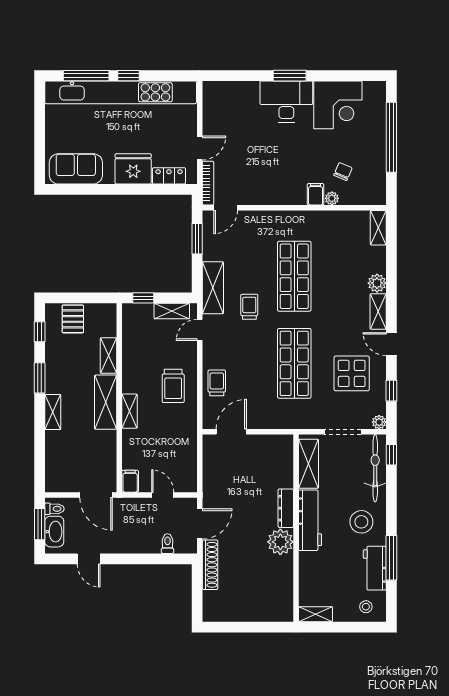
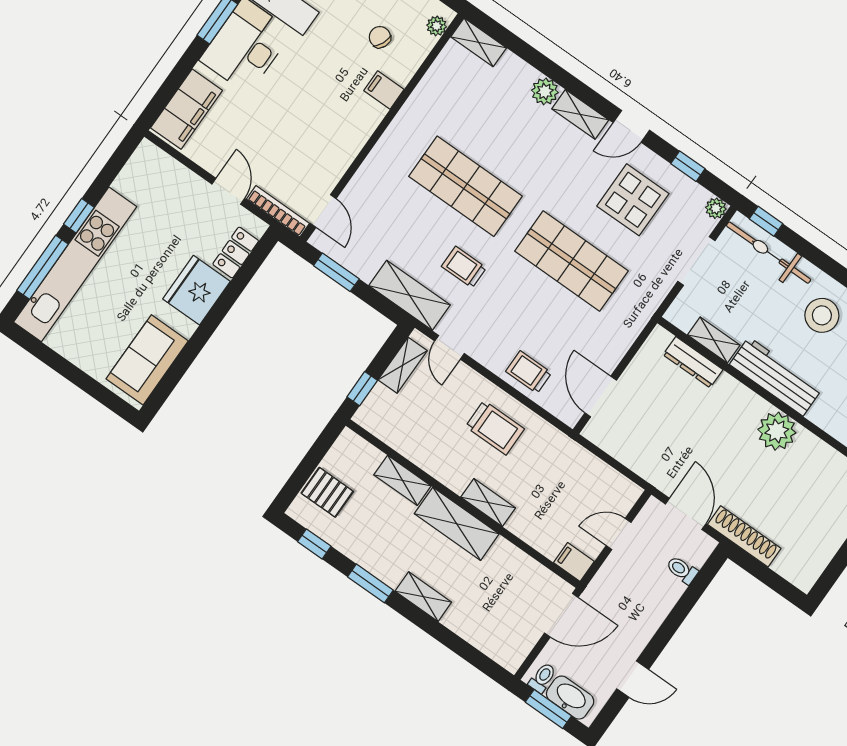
kitchen unit: (121, 92) -> (75, 264), width x0.73
filing cabinet: (229, 93) -> (187, 109), added
plant: (332, 198) -> (437, 26), moved
shelving: (309, 464) -> (714, 340), width x0.67, depth x0.75
dresser: (286, 508) -> (693, 362), moved

